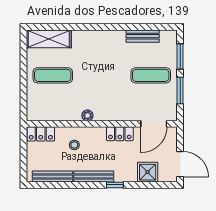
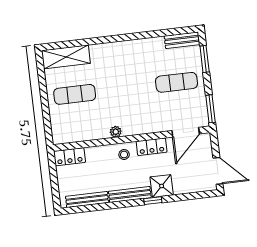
bench: (143, 36) -> (182, 40), moved
window: (180, 91) -> (211, 109), moved
stool: (74, 145) -> (124, 154), moved
shower: (148, 172) -> (162, 186), moved

